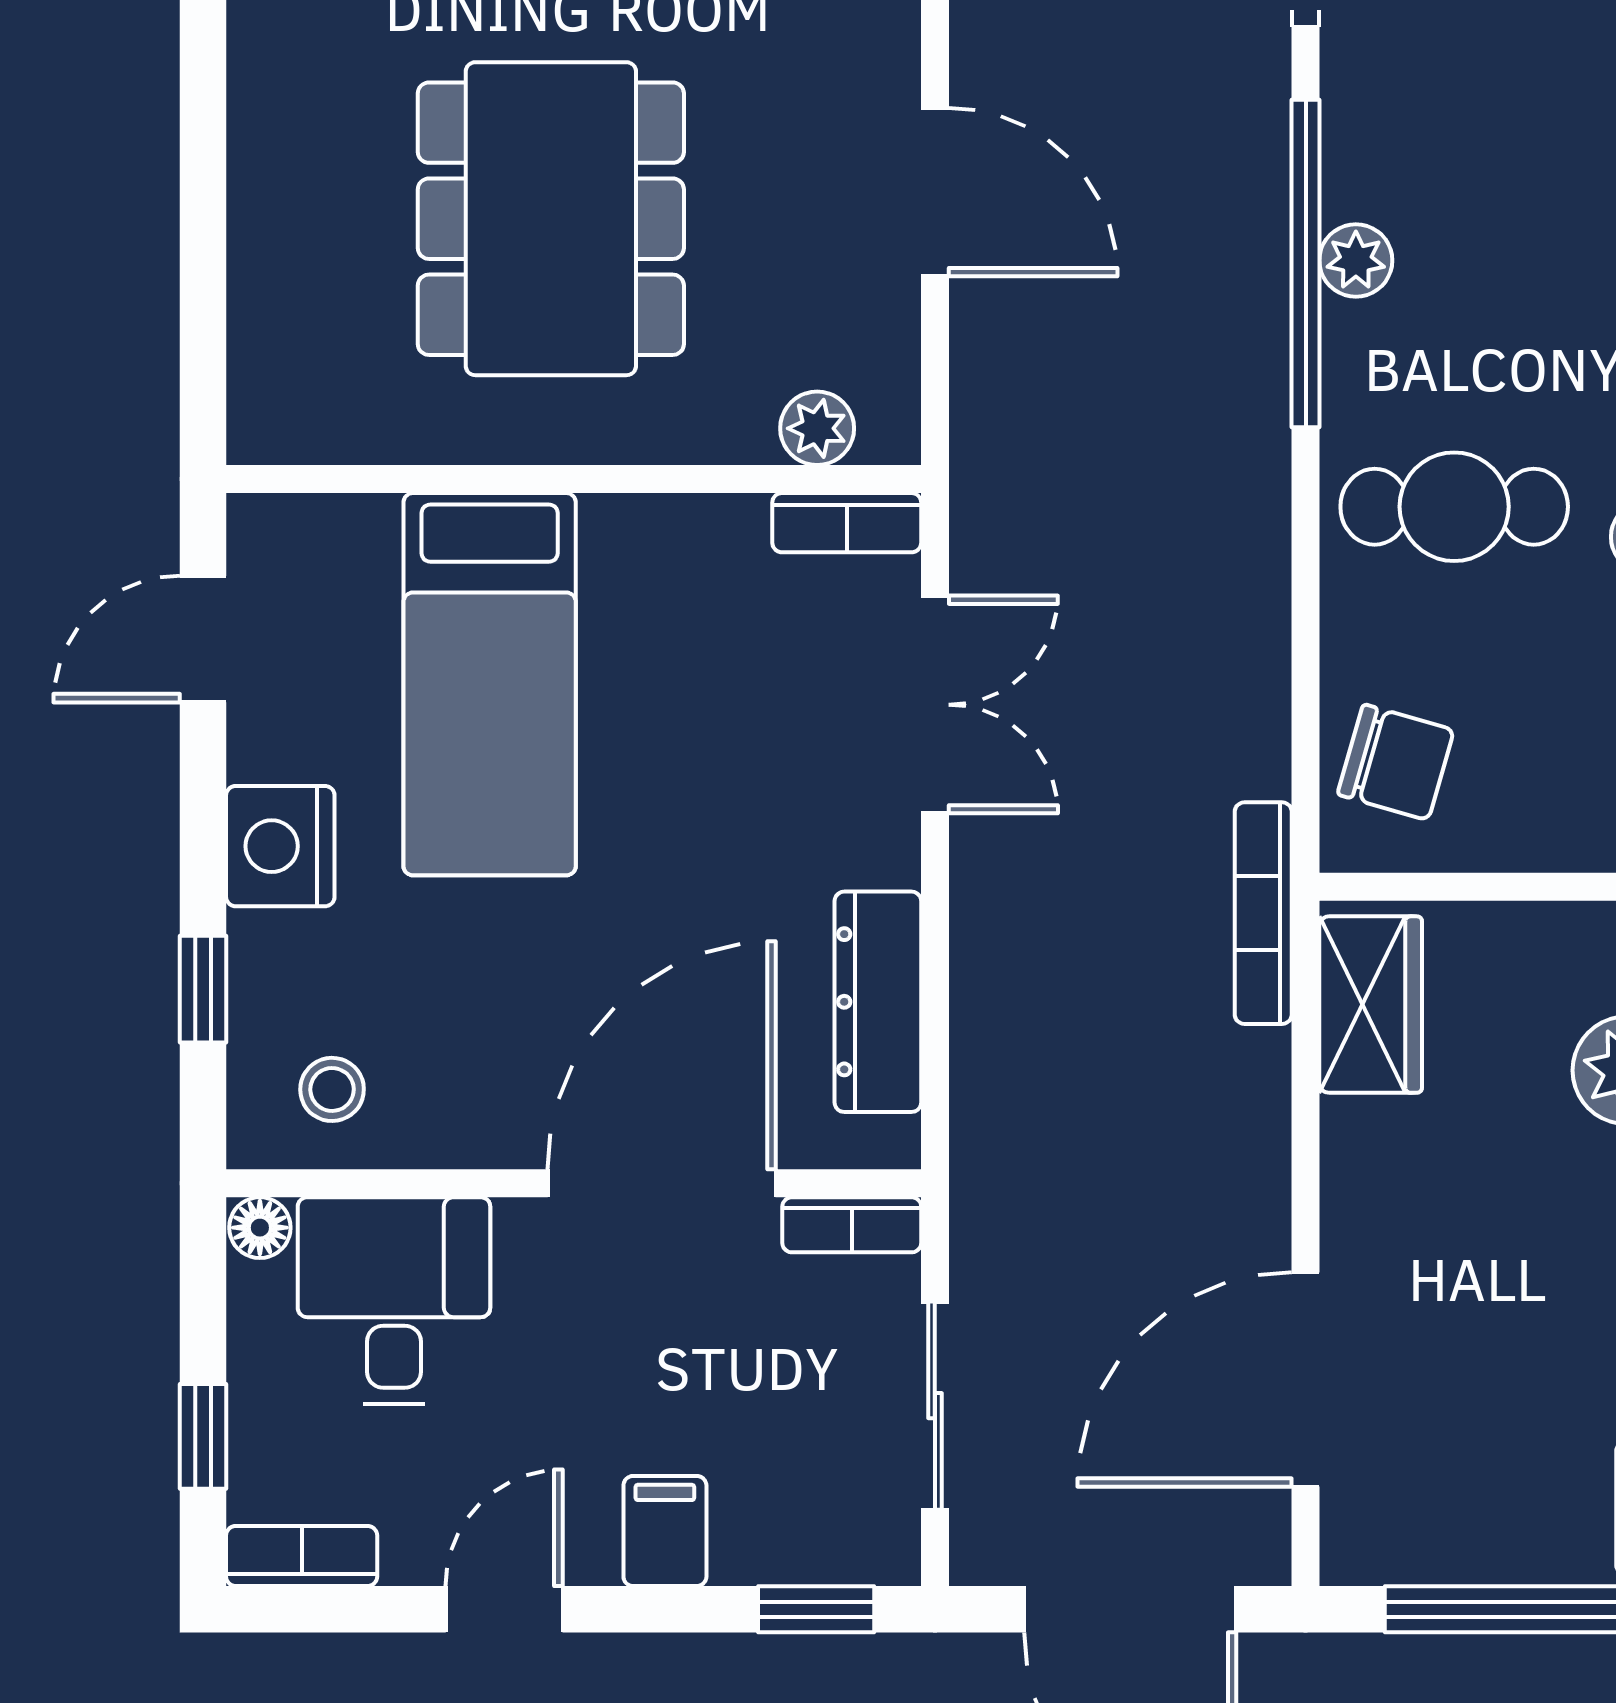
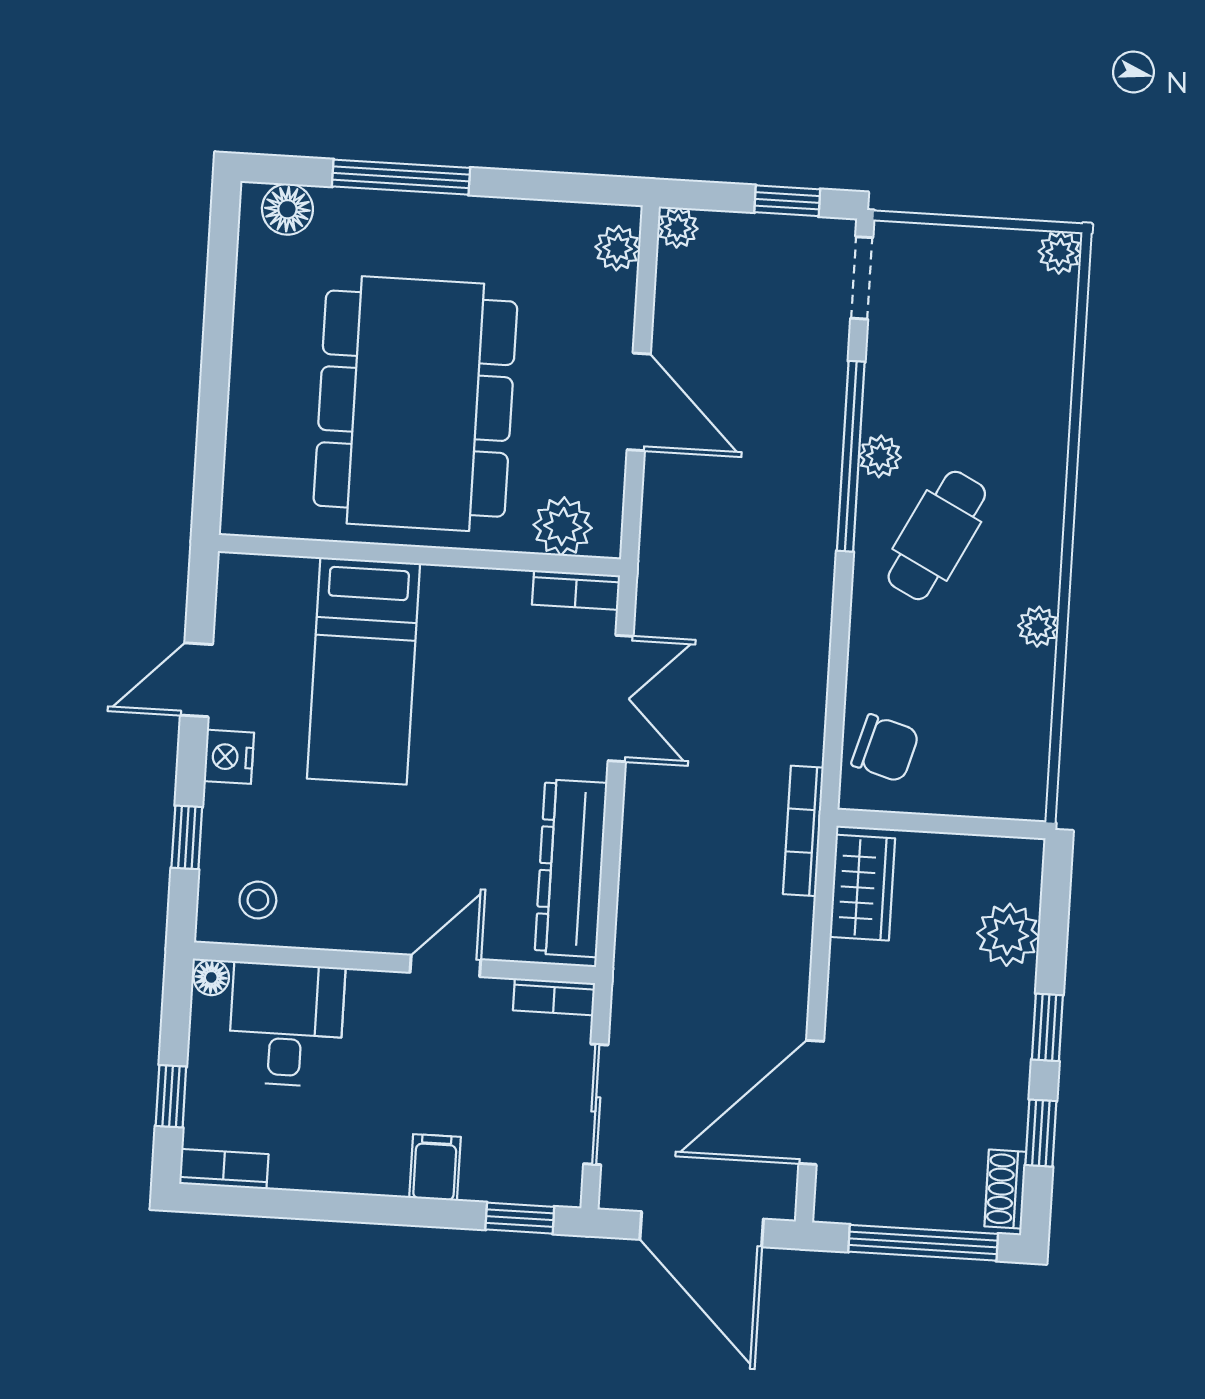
dining table: (551, 219) -> (415, 404), width x1.36, depth x1.24
plant: (817, 428) -> (563, 526), width x1.38, depth x1.38
cafe table: (1454, 507) -> (937, 535), moved, turned -63
door: (203, 639) -> (196, 680), moved
nightstand: (280, 846) -> (229, 757), width x0.74, depth x0.75
dresser: (878, 1002) -> (571, 868), width x1.37, depth x1.24
door: (662, 1183) -> (445, 966), width x0.53
door: (504, 1609) -> (339, 1207), removed

